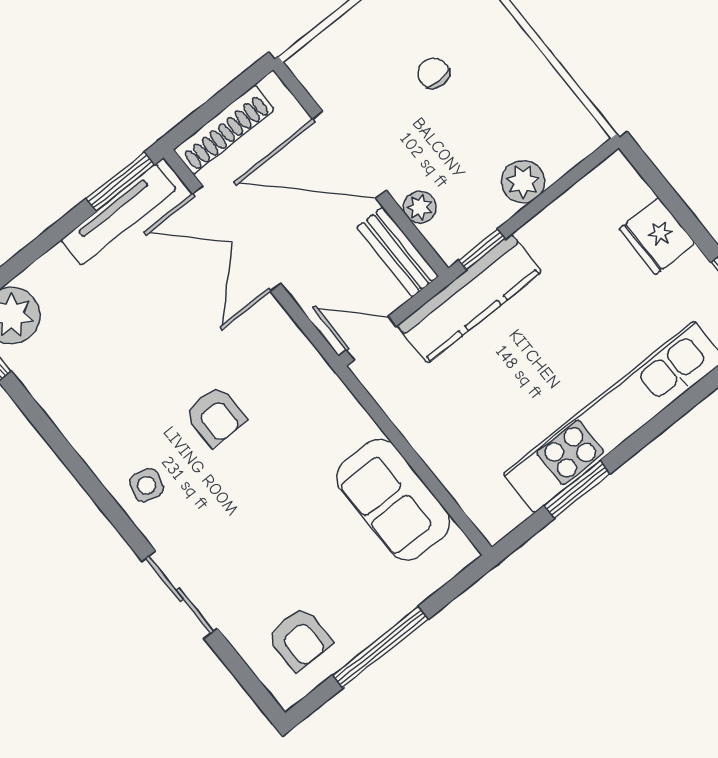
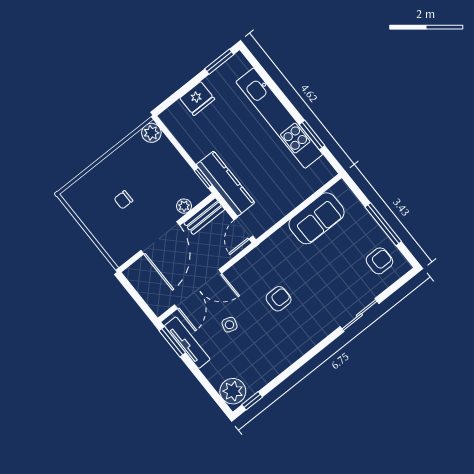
shoe rack: (224, 130) -> (149, 295), removed
plant: (523, 182) -> (151, 133), moved
side table: (147, 485) -> (229, 325), moved

